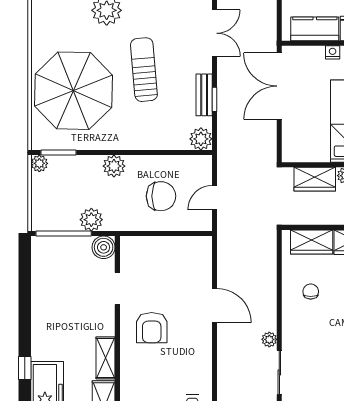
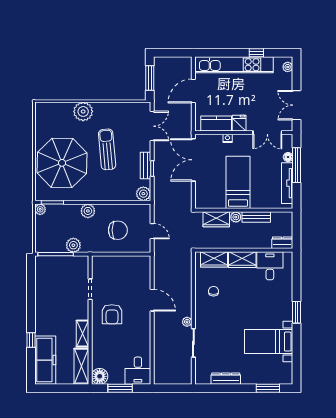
door: (215, 198) -> (152, 231), swing flipped
boiler: (104, 247) -> (81, 263), removed

